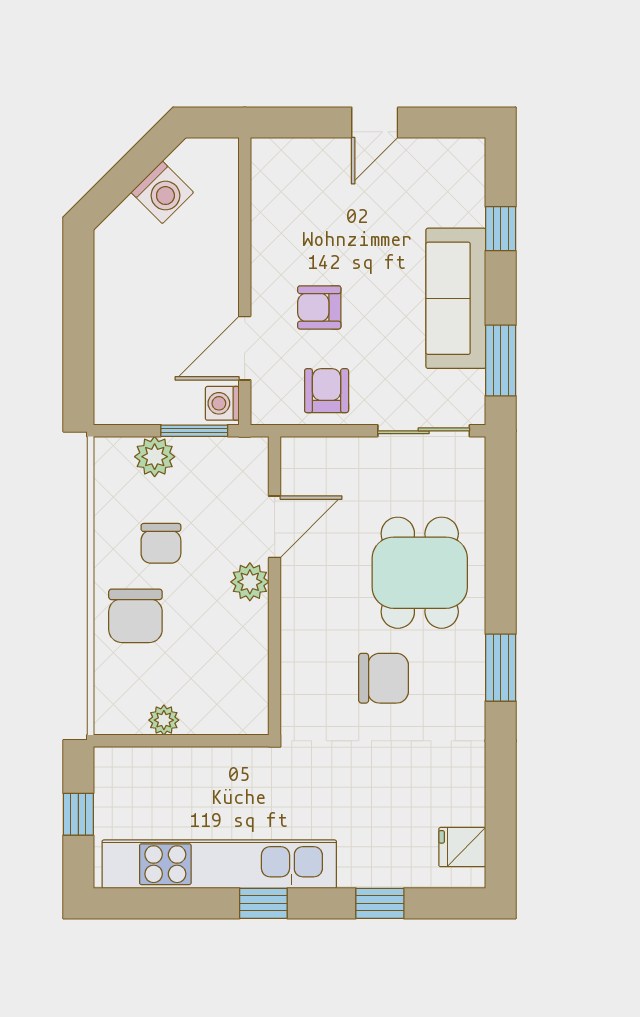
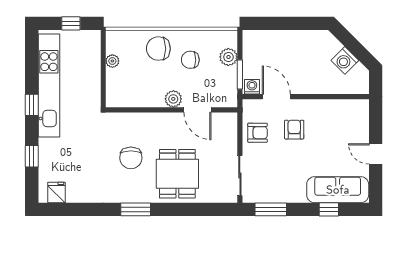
sofa: (456, 298) -> (338, 190), moved
dining table: (420, 573) -> (177, 174), turned 90

